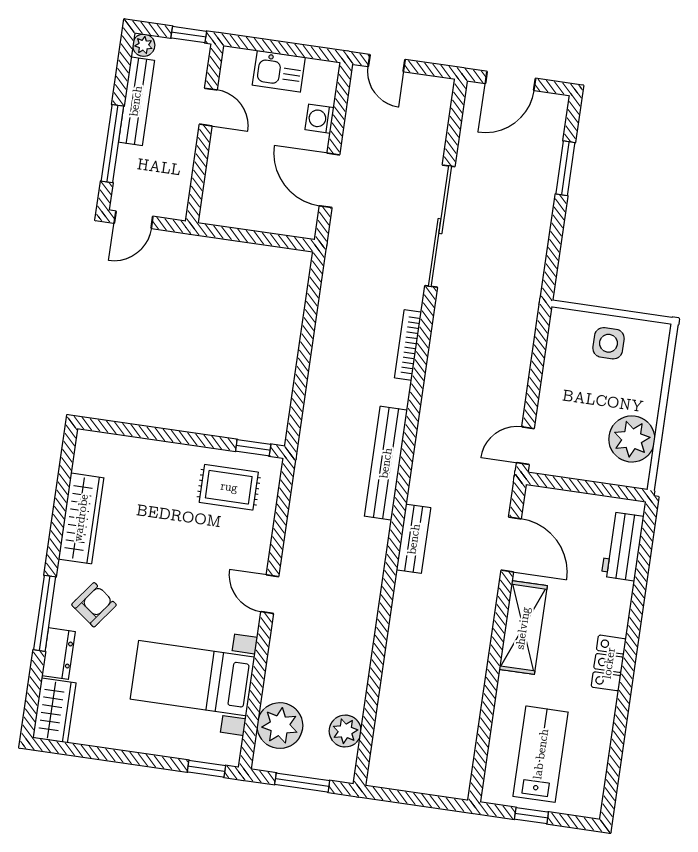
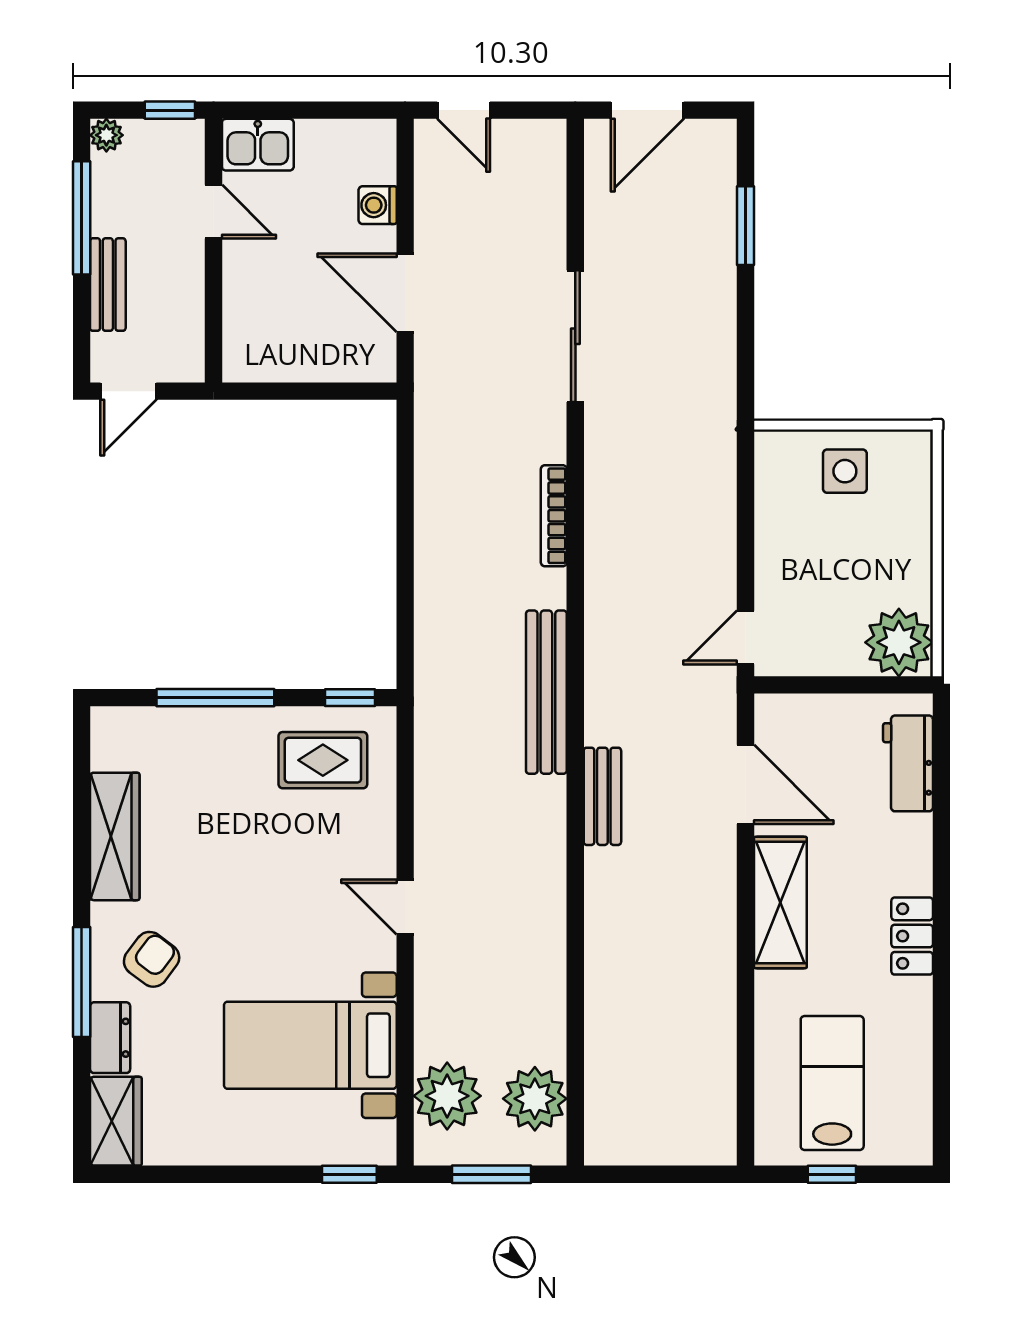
kitchen sink: (279, 71) -> (258, 145), moved
bench: (136, 101) -> (108, 285), moved, width x0.73
window: (112, 144) -> (82, 218), moved
sliding door: (440, 226) -> (575, 336), width x0.73
window: (162, 435) -> (215, 698), added
plant: (632, 439) -> (899, 642), moved
plant: (345, 731) -> (535, 1099), width x1.36, depth x1.36

